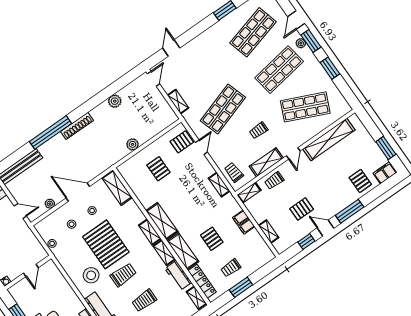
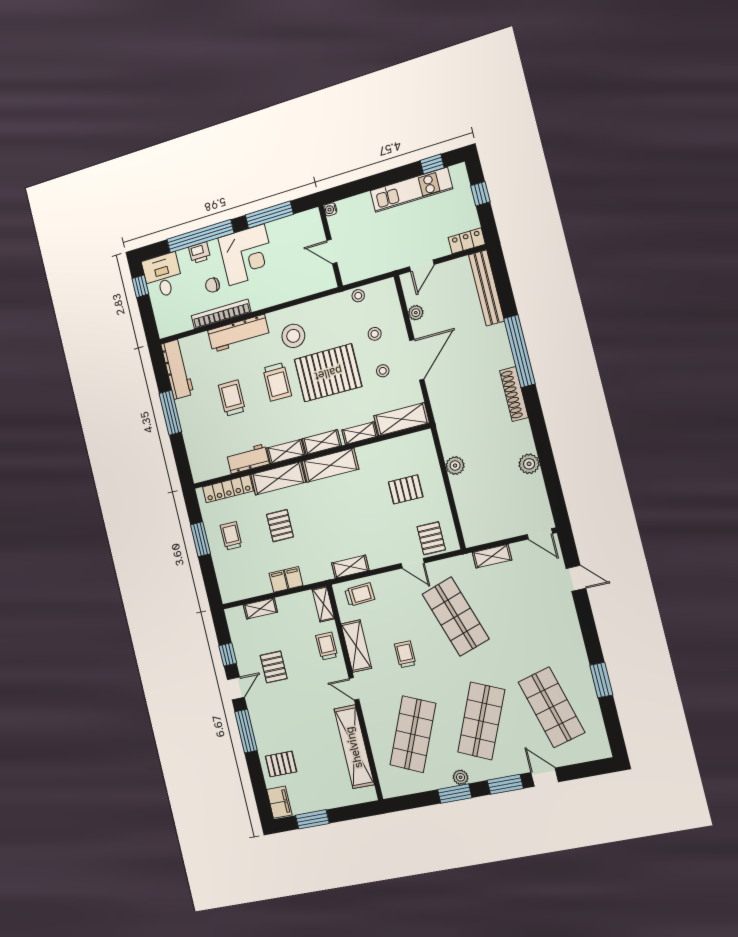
plant: (301, 43) -> (461, 777), moved
shop shelf: (279, 70) -> (481, 721), turned 33
pallet: (212, 239) -> (280, 526), turned 90
shelving: (196, 298) -> (360, 433), moved

